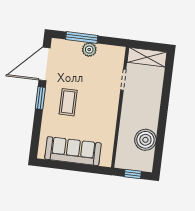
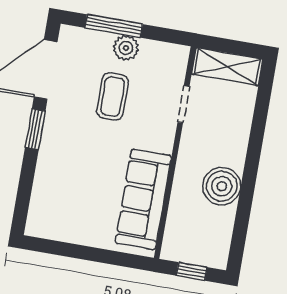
coffee table: (68, 102) -> (113, 96), moved
boiler: (145, 140) -> (222, 186), moved
sofa: (73, 151) -> (143, 199), moved, turned -90

